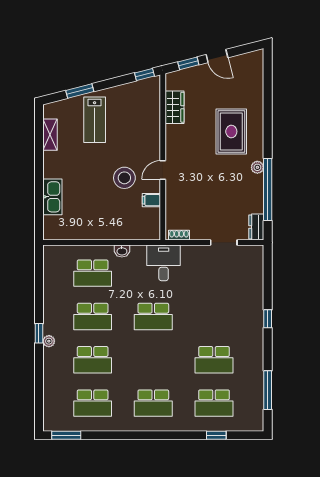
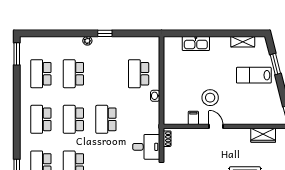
desk: (164, 263) -> (146, 147), moved
school desk: (93, 316) -> (73, 119), moved
window: (39, 333) -> (105, 33), moved

